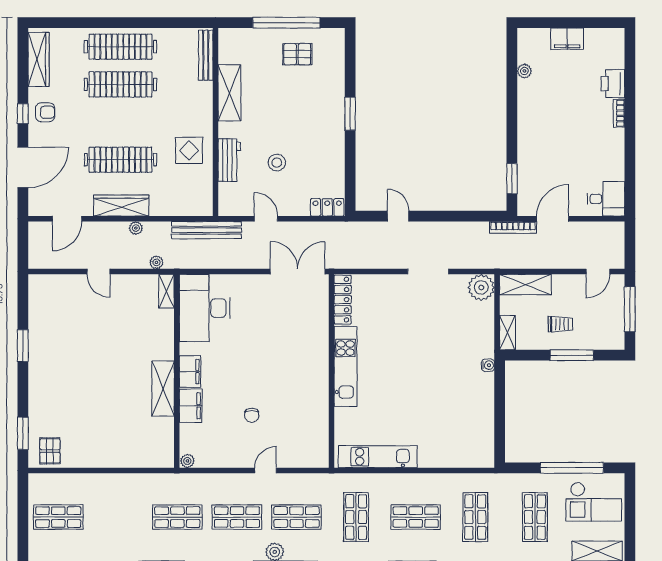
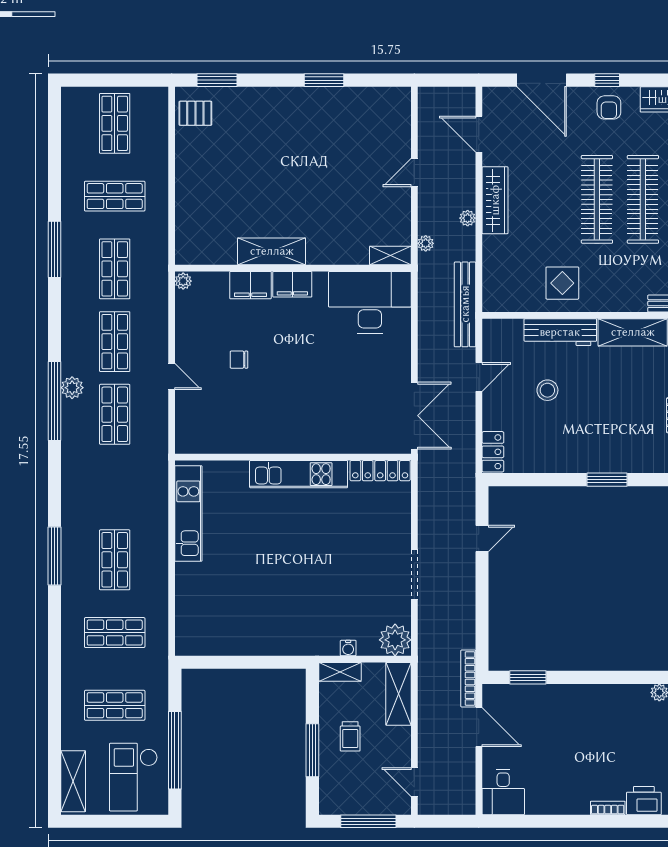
clothes rail: (120, 160) -> (597, 199), moved
workbench: (229, 160) -> (560, 332), width x1.38
water cooler: (488, 365) -> (348, 648), moved
shop shelf: (356, 517) -> (115, 196), moved

